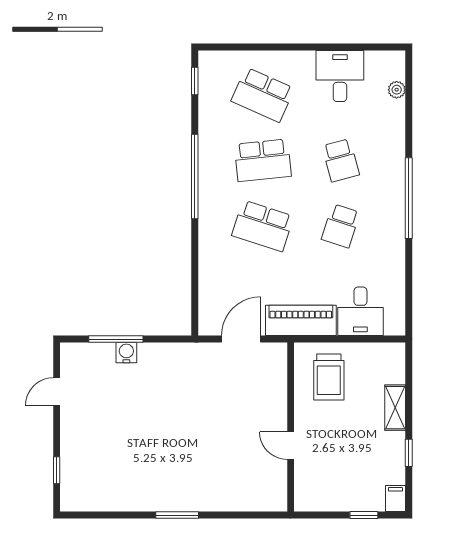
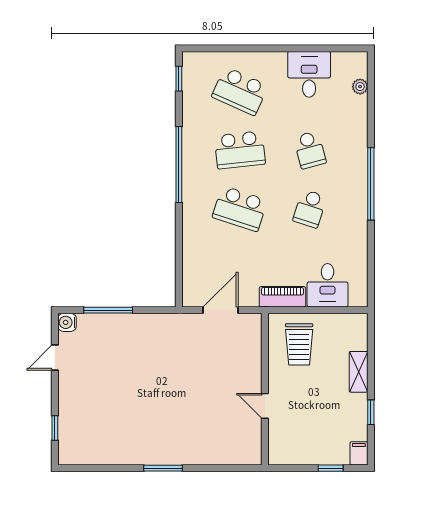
piano: (301, 320) -> (282, 297), width x0.73, depth x0.75
water cooler: (126, 353) -> (67, 322), moved, turned -90

